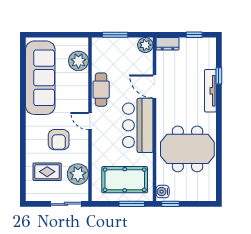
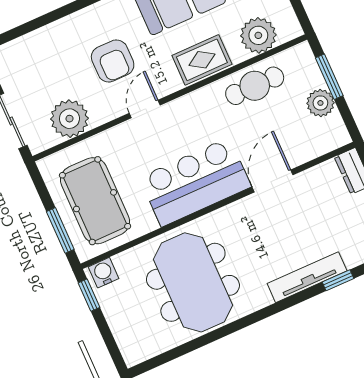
plant: (145, 45) -> (320, 103), moved
cafe table: (101, 90) -> (255, 86), moved
door: (90, 121) -> (145, 109), moved
armchair: (59, 140) -> (113, 61), turned -90
rug: (47, 172) -> (202, 60), moved, turned 90

